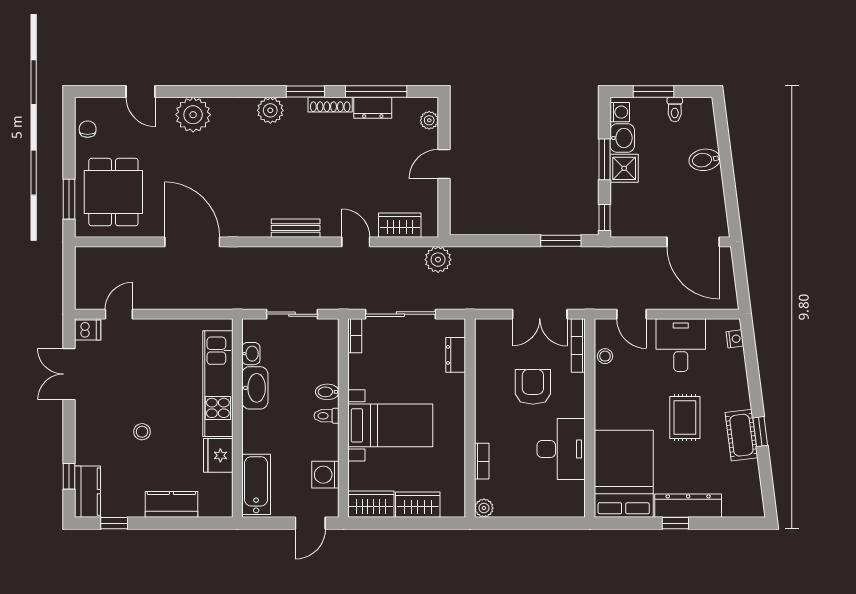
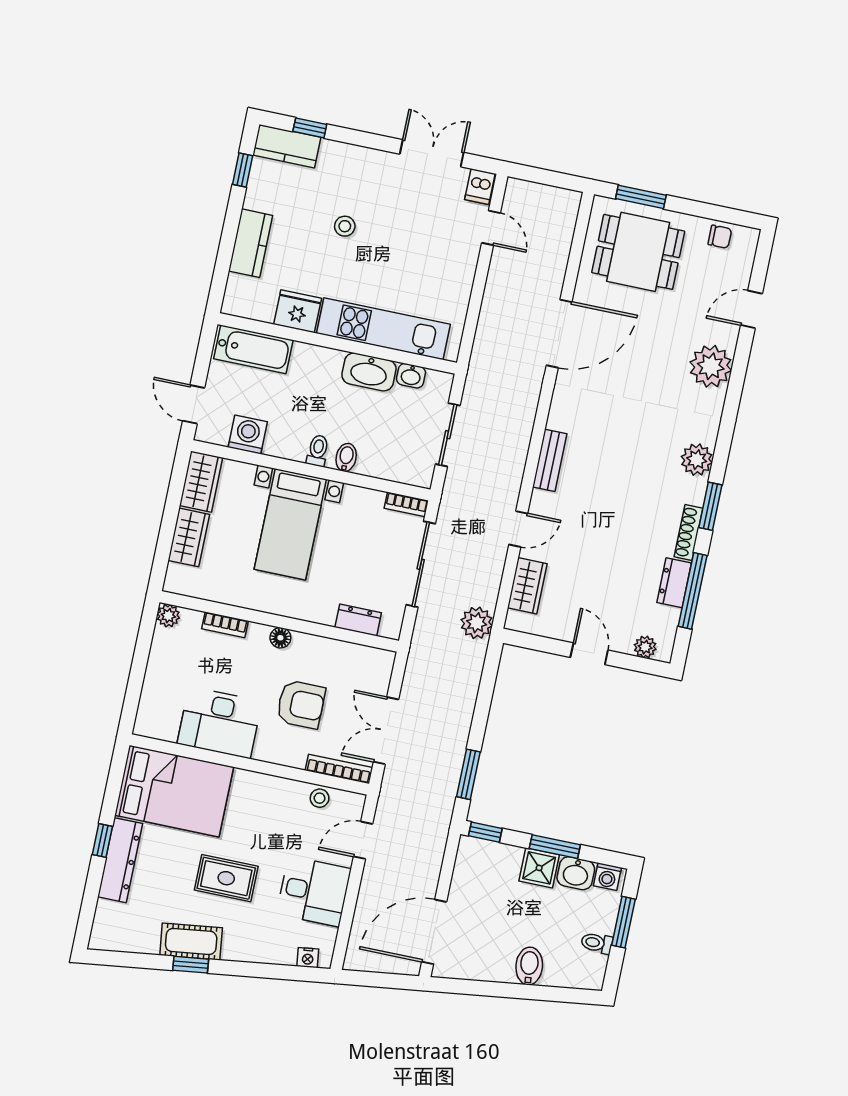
floor lamp: (483, 414) -> (280, 638), added

